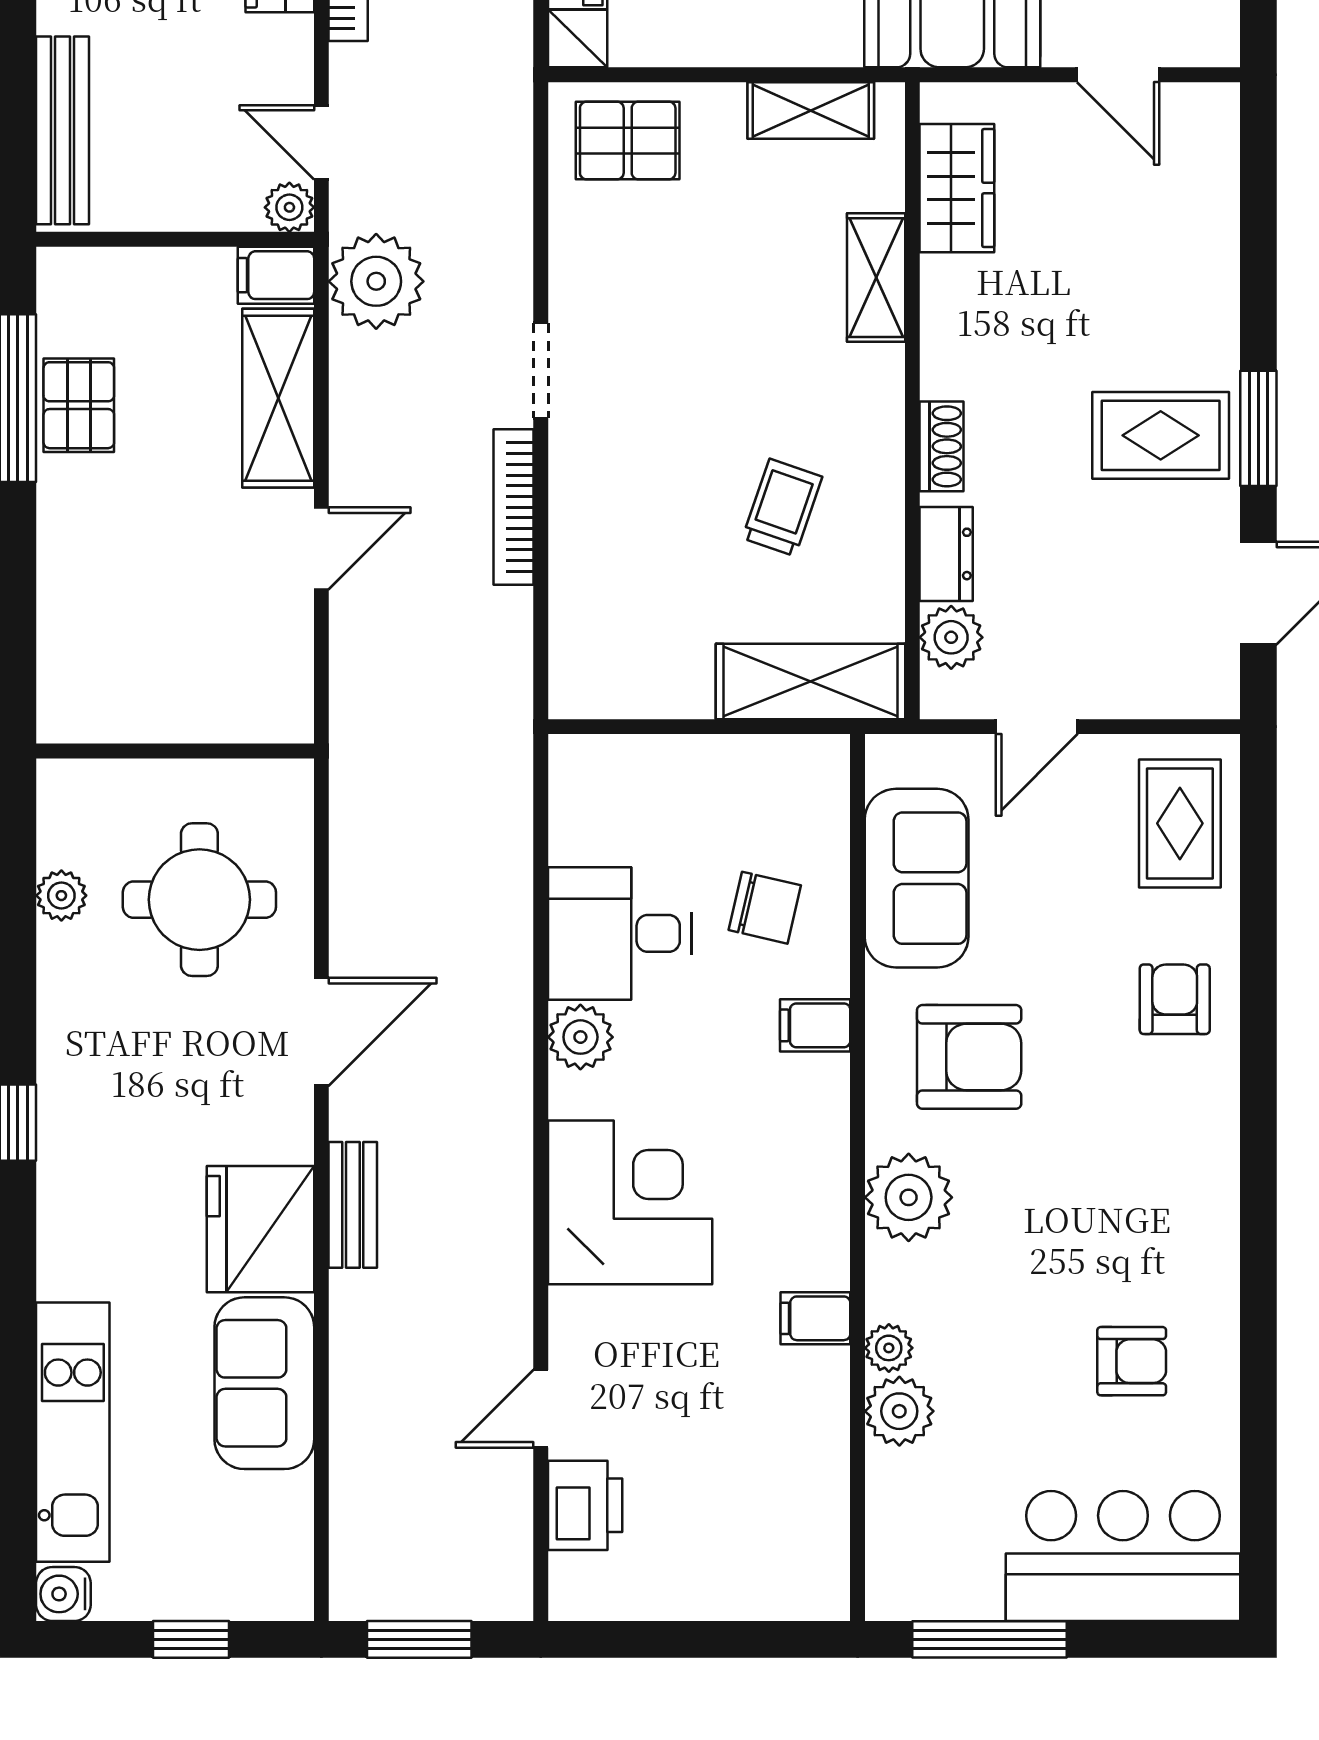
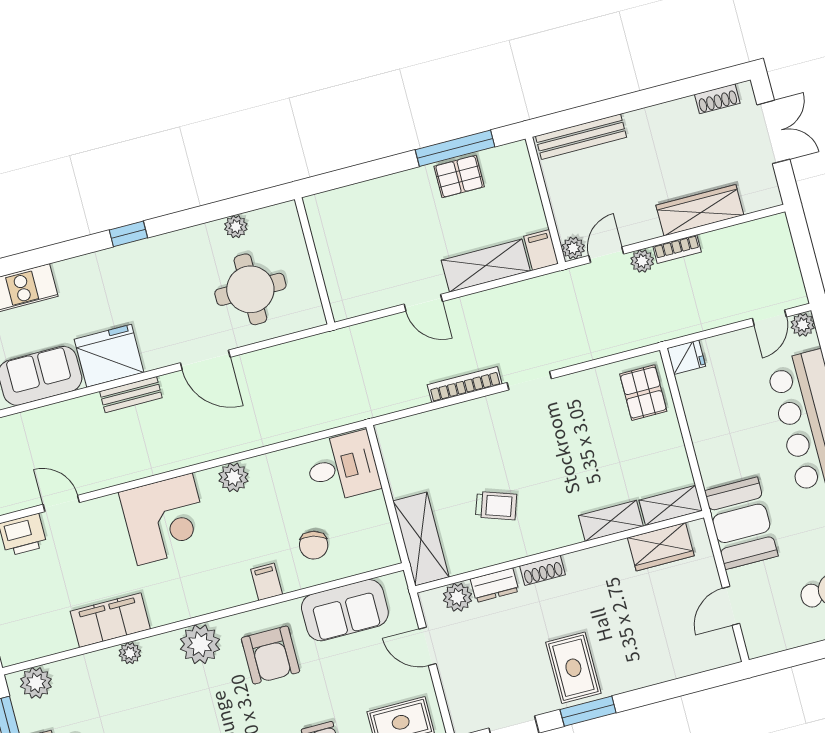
shelving: (811, 110) -> (671, 505), moved, turned 90
plant: (376, 281) -> (642, 261), moved, width x0.53, depth x0.53
desk: (620, 933) -> (342, 467), moved, turned 90
filing cabinet: (815, 1318) -> (110, 620), width x3.00, depth x1.17
plant: (899, 1411) -> (36, 683), moved

